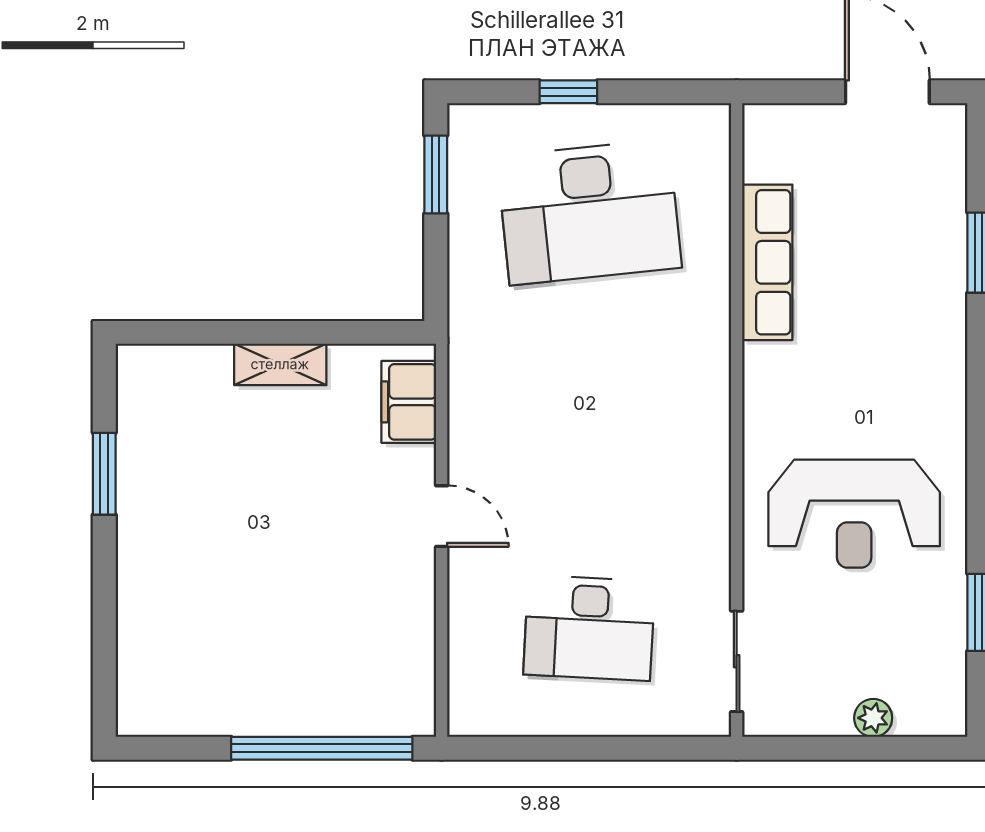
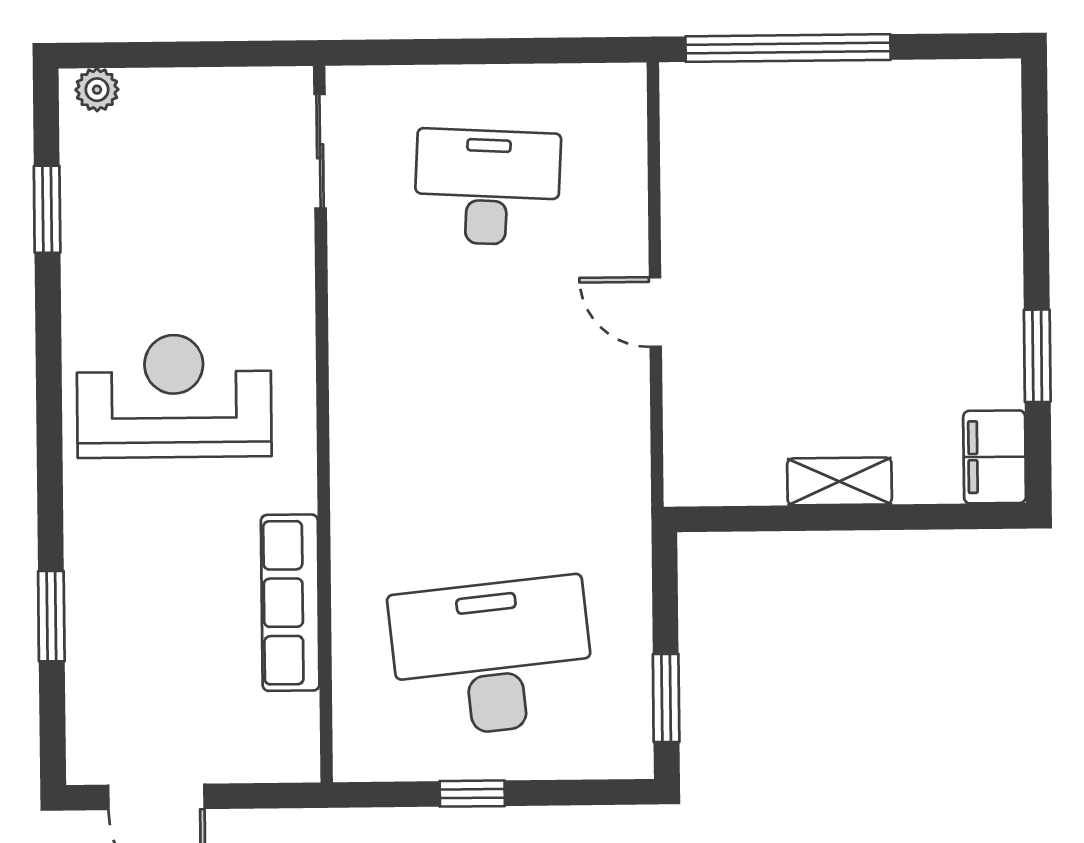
window: (568, 92) -> (472, 794), moved
filing cabinet: (409, 402) -> (995, 457), moved, turned 180
reception desk: (854, 514) -> (174, 396), moved
plant: (873, 718) -> (97, 90), moved

